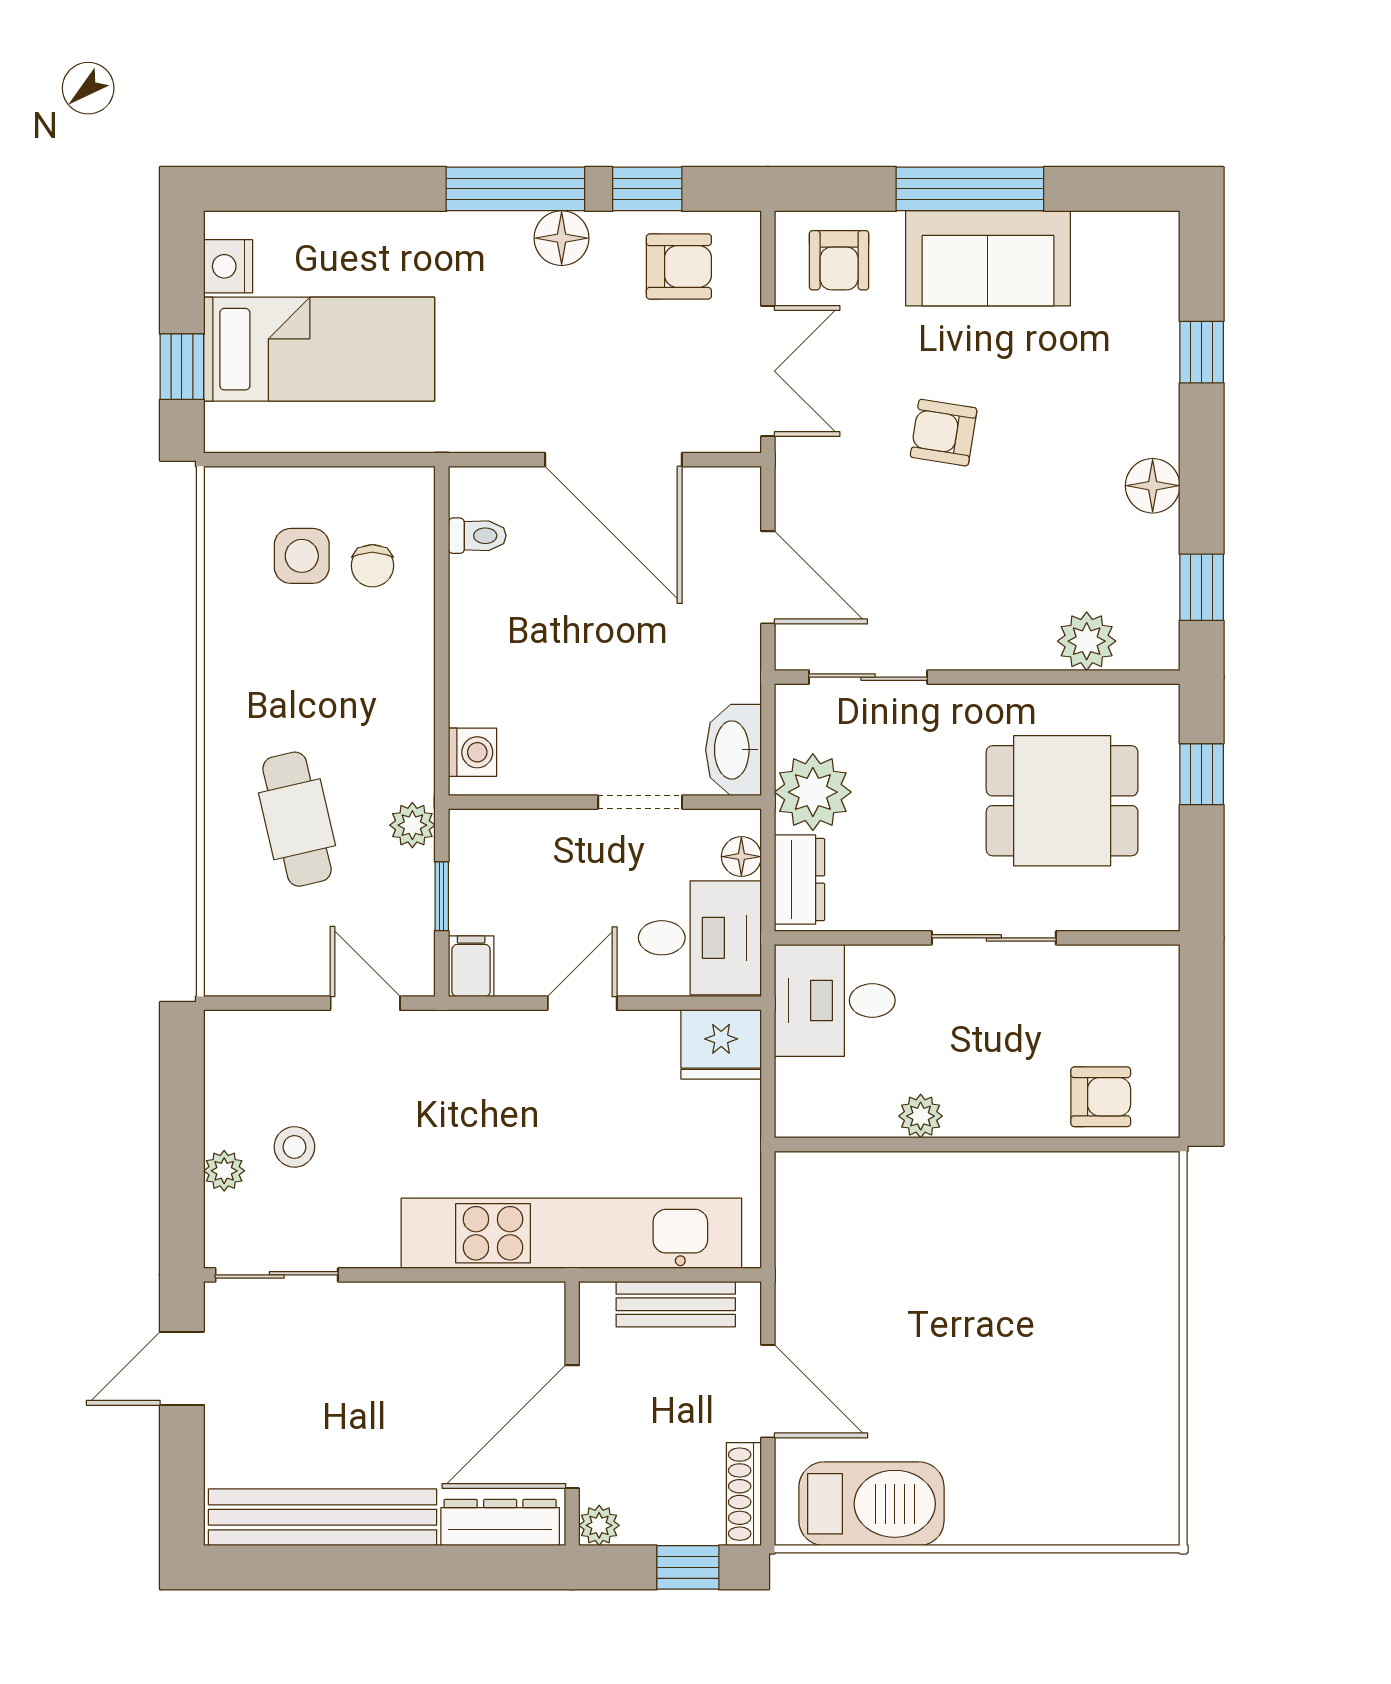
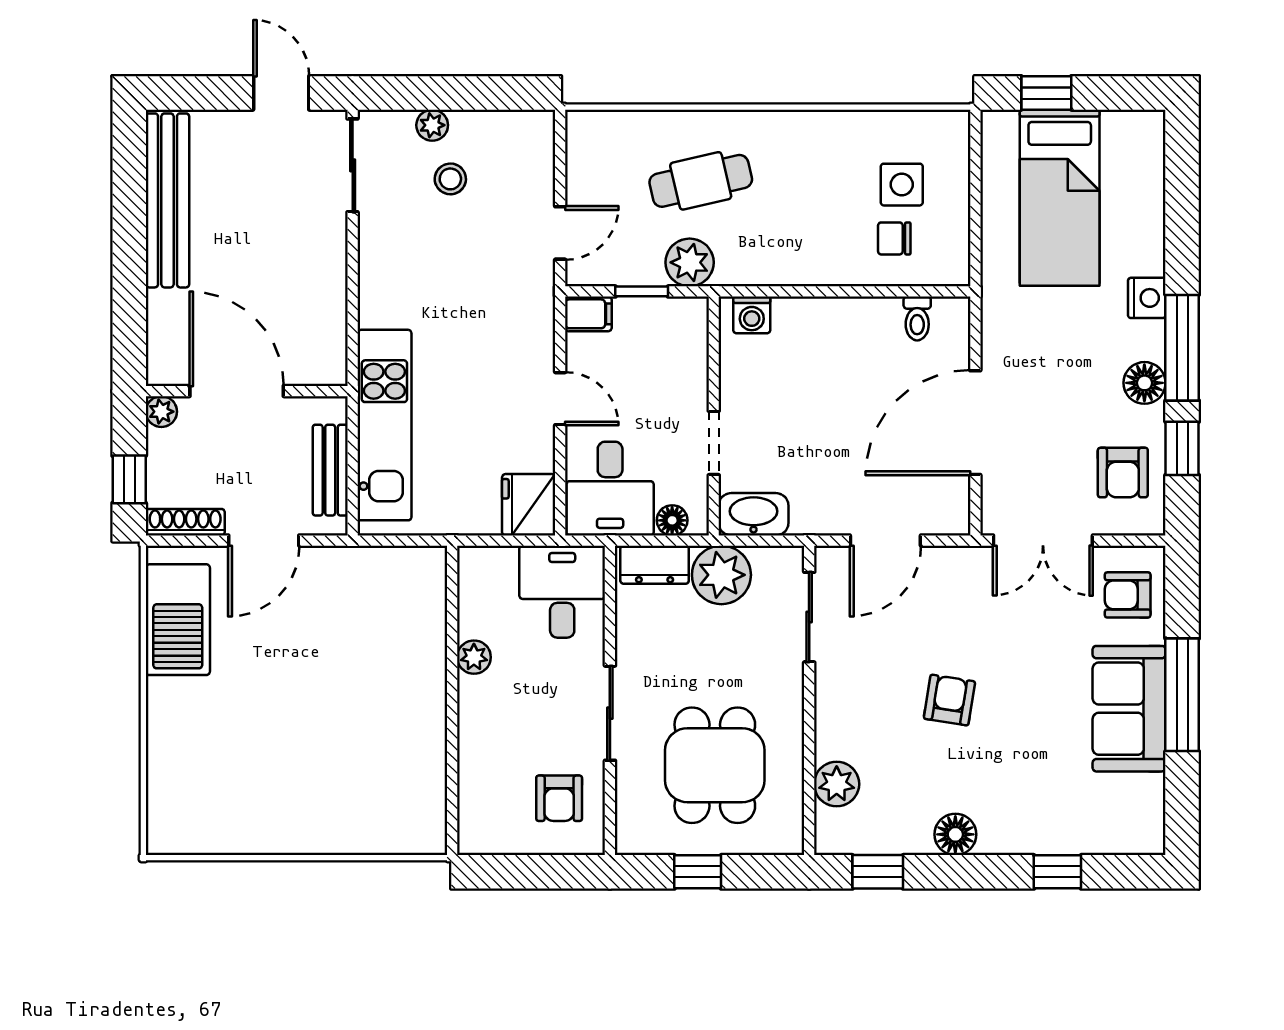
nightstand: (228, 266) -> (1147, 298), moved, turned 90
armchair: (944, 433) -> (949, 700), moved
window: (1202, 774) -> (698, 872), moved
plant: (412, 825) -> (690, 262), width x1.38, depth x1.38
armchair: (1101, 1097) -> (559, 798), moved
kitchen unit: (571, 1233) -> (384, 425), width x0.73
dresser: (500, 1523) -> (163, 336), removed

